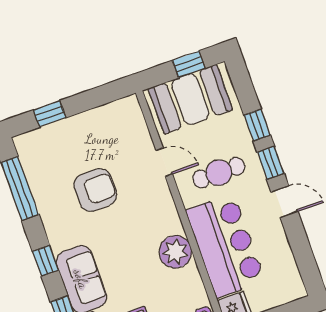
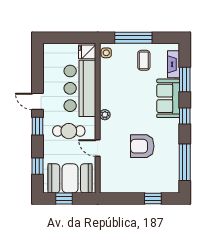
window: (257, 125) -> (37, 166), moved
plant: (175, 252) -> (105, 115), moved, width x0.53, depth x0.53

